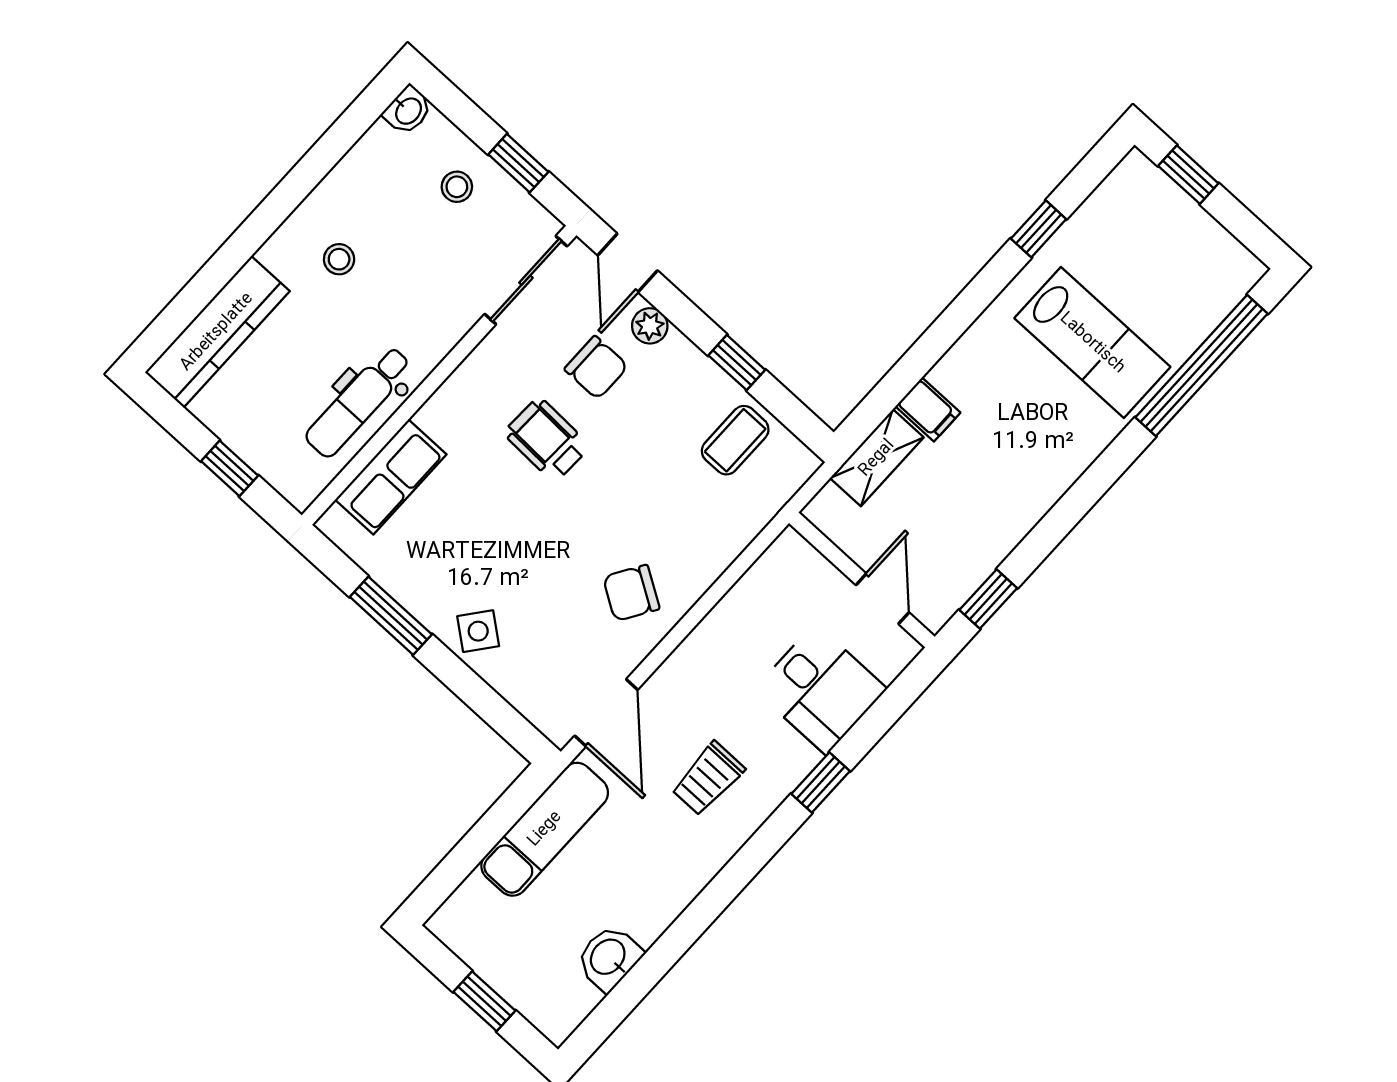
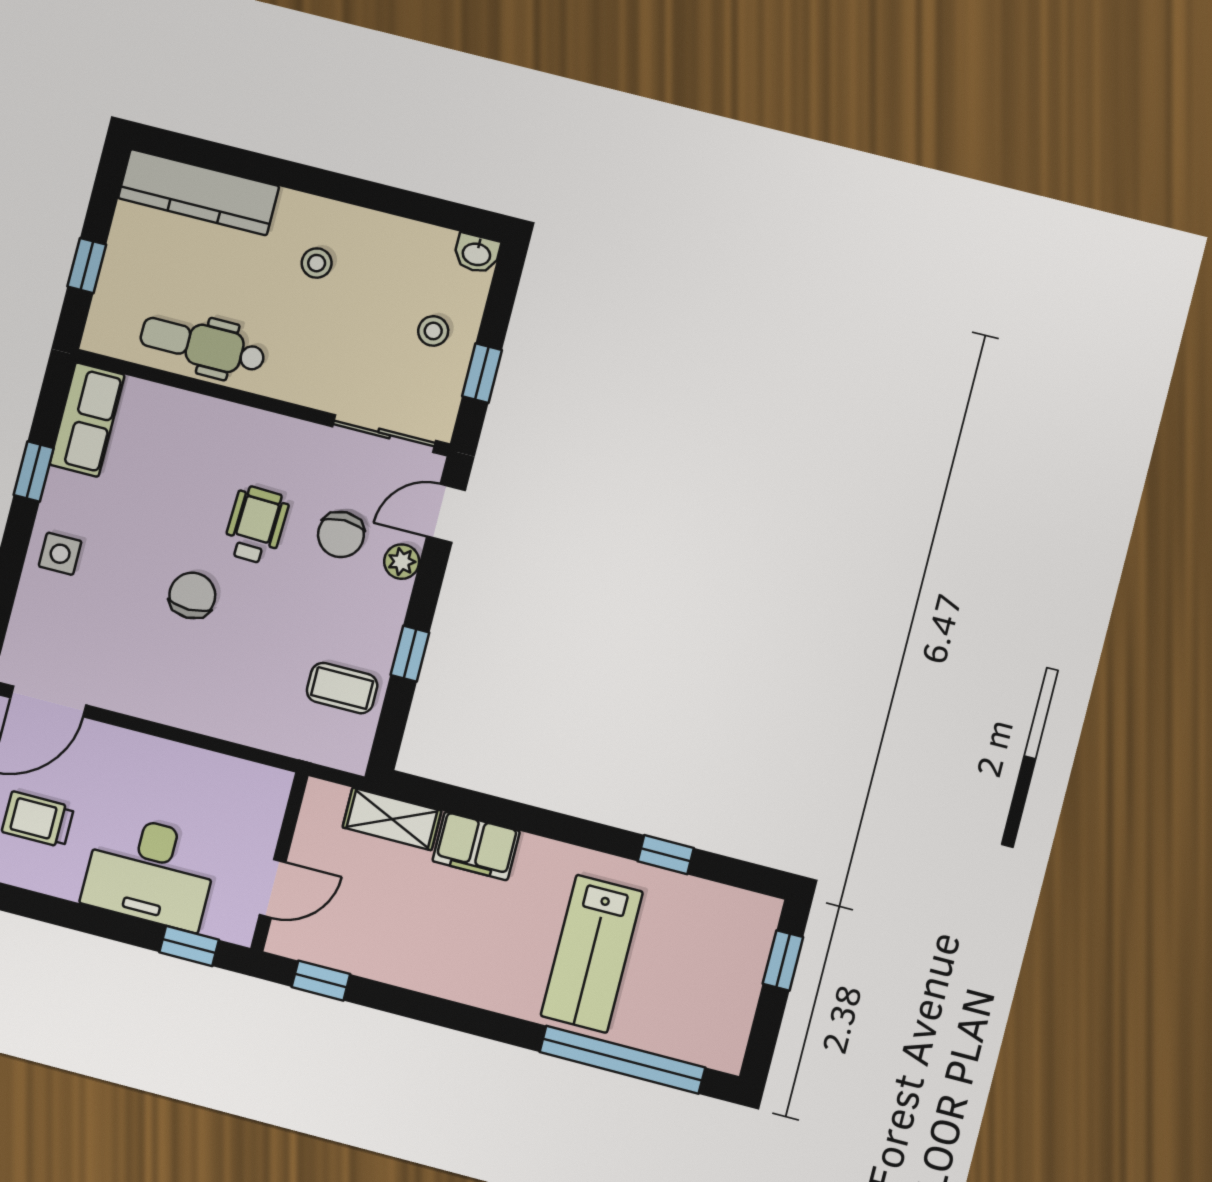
filing cabinet: (928, 410) -> (476, 846), width x2.00
row of seats: (391, 477) -> (87, 420), moved, turned -90
chair: (631, 593) -> (192, 595), moved, turned 58
window: (391, 616) -> (34, 472), width x0.67
side table: (478, 631) -> (60, 554), turned -38
desk: (821, 689) -> (150, 872), width x1.37
window: (821, 782) -> (189, 946), moved

